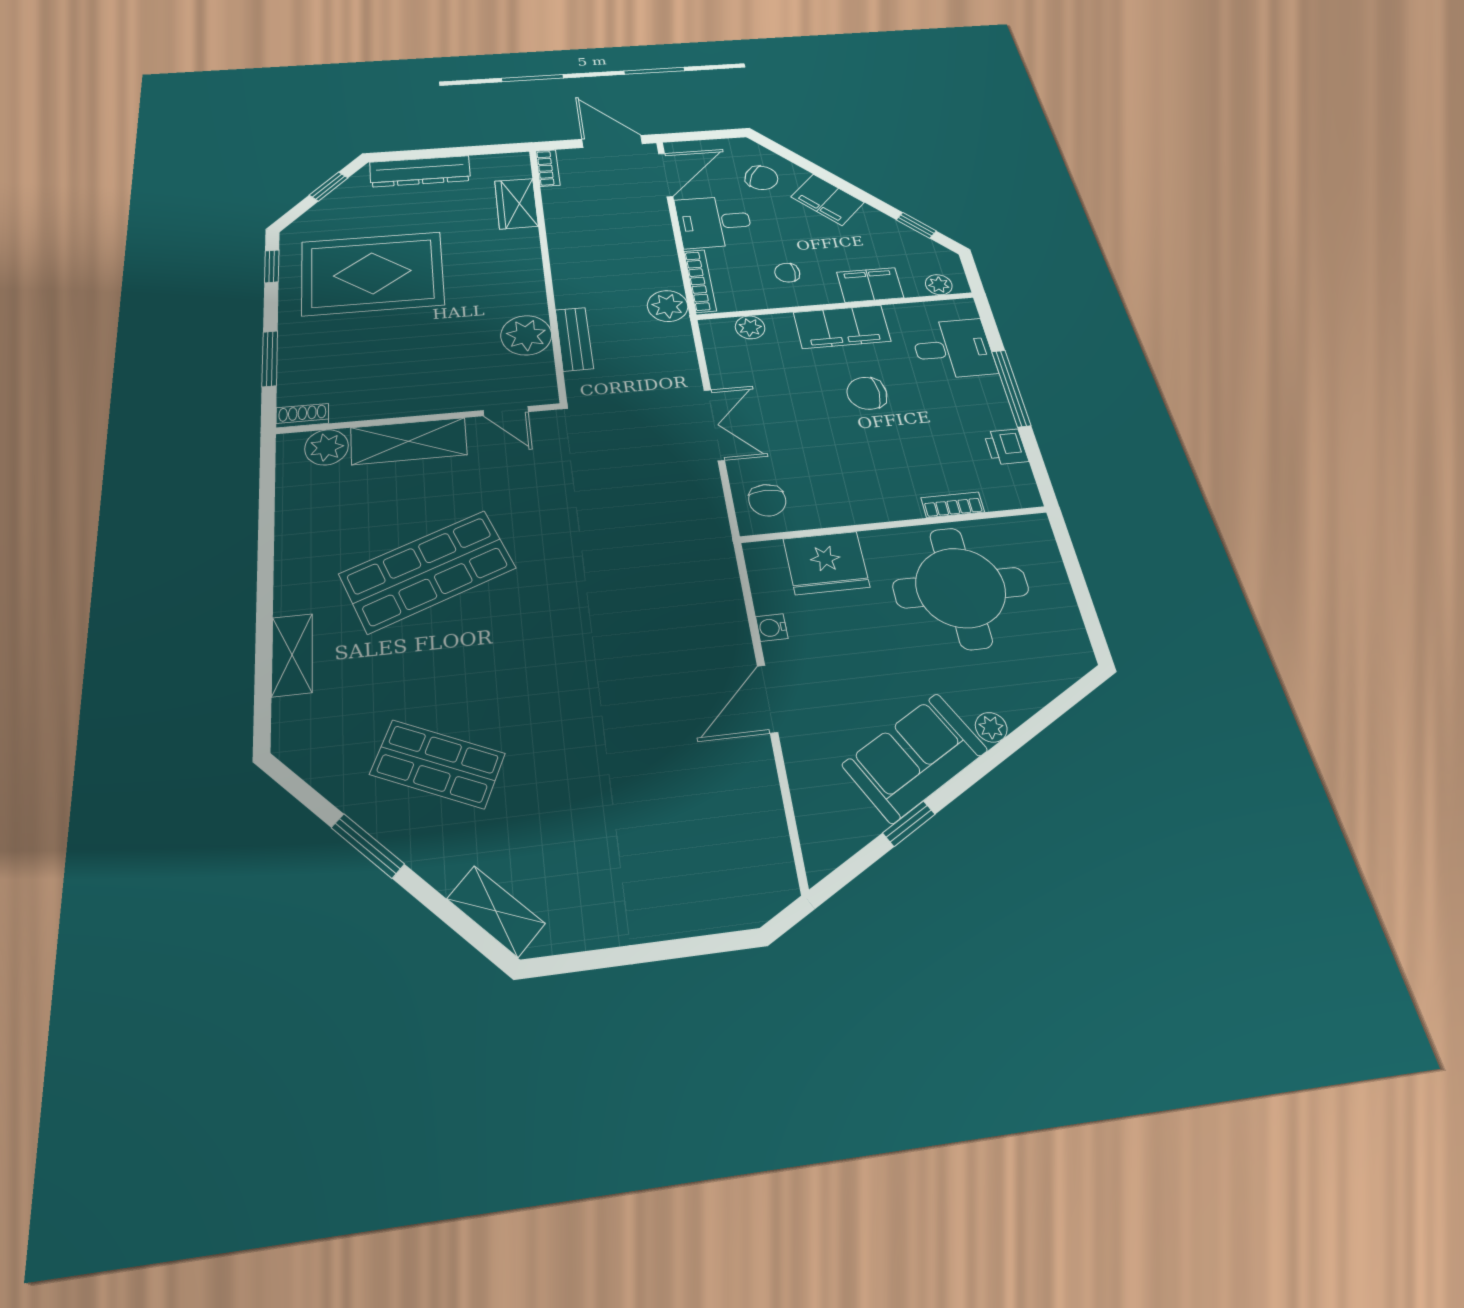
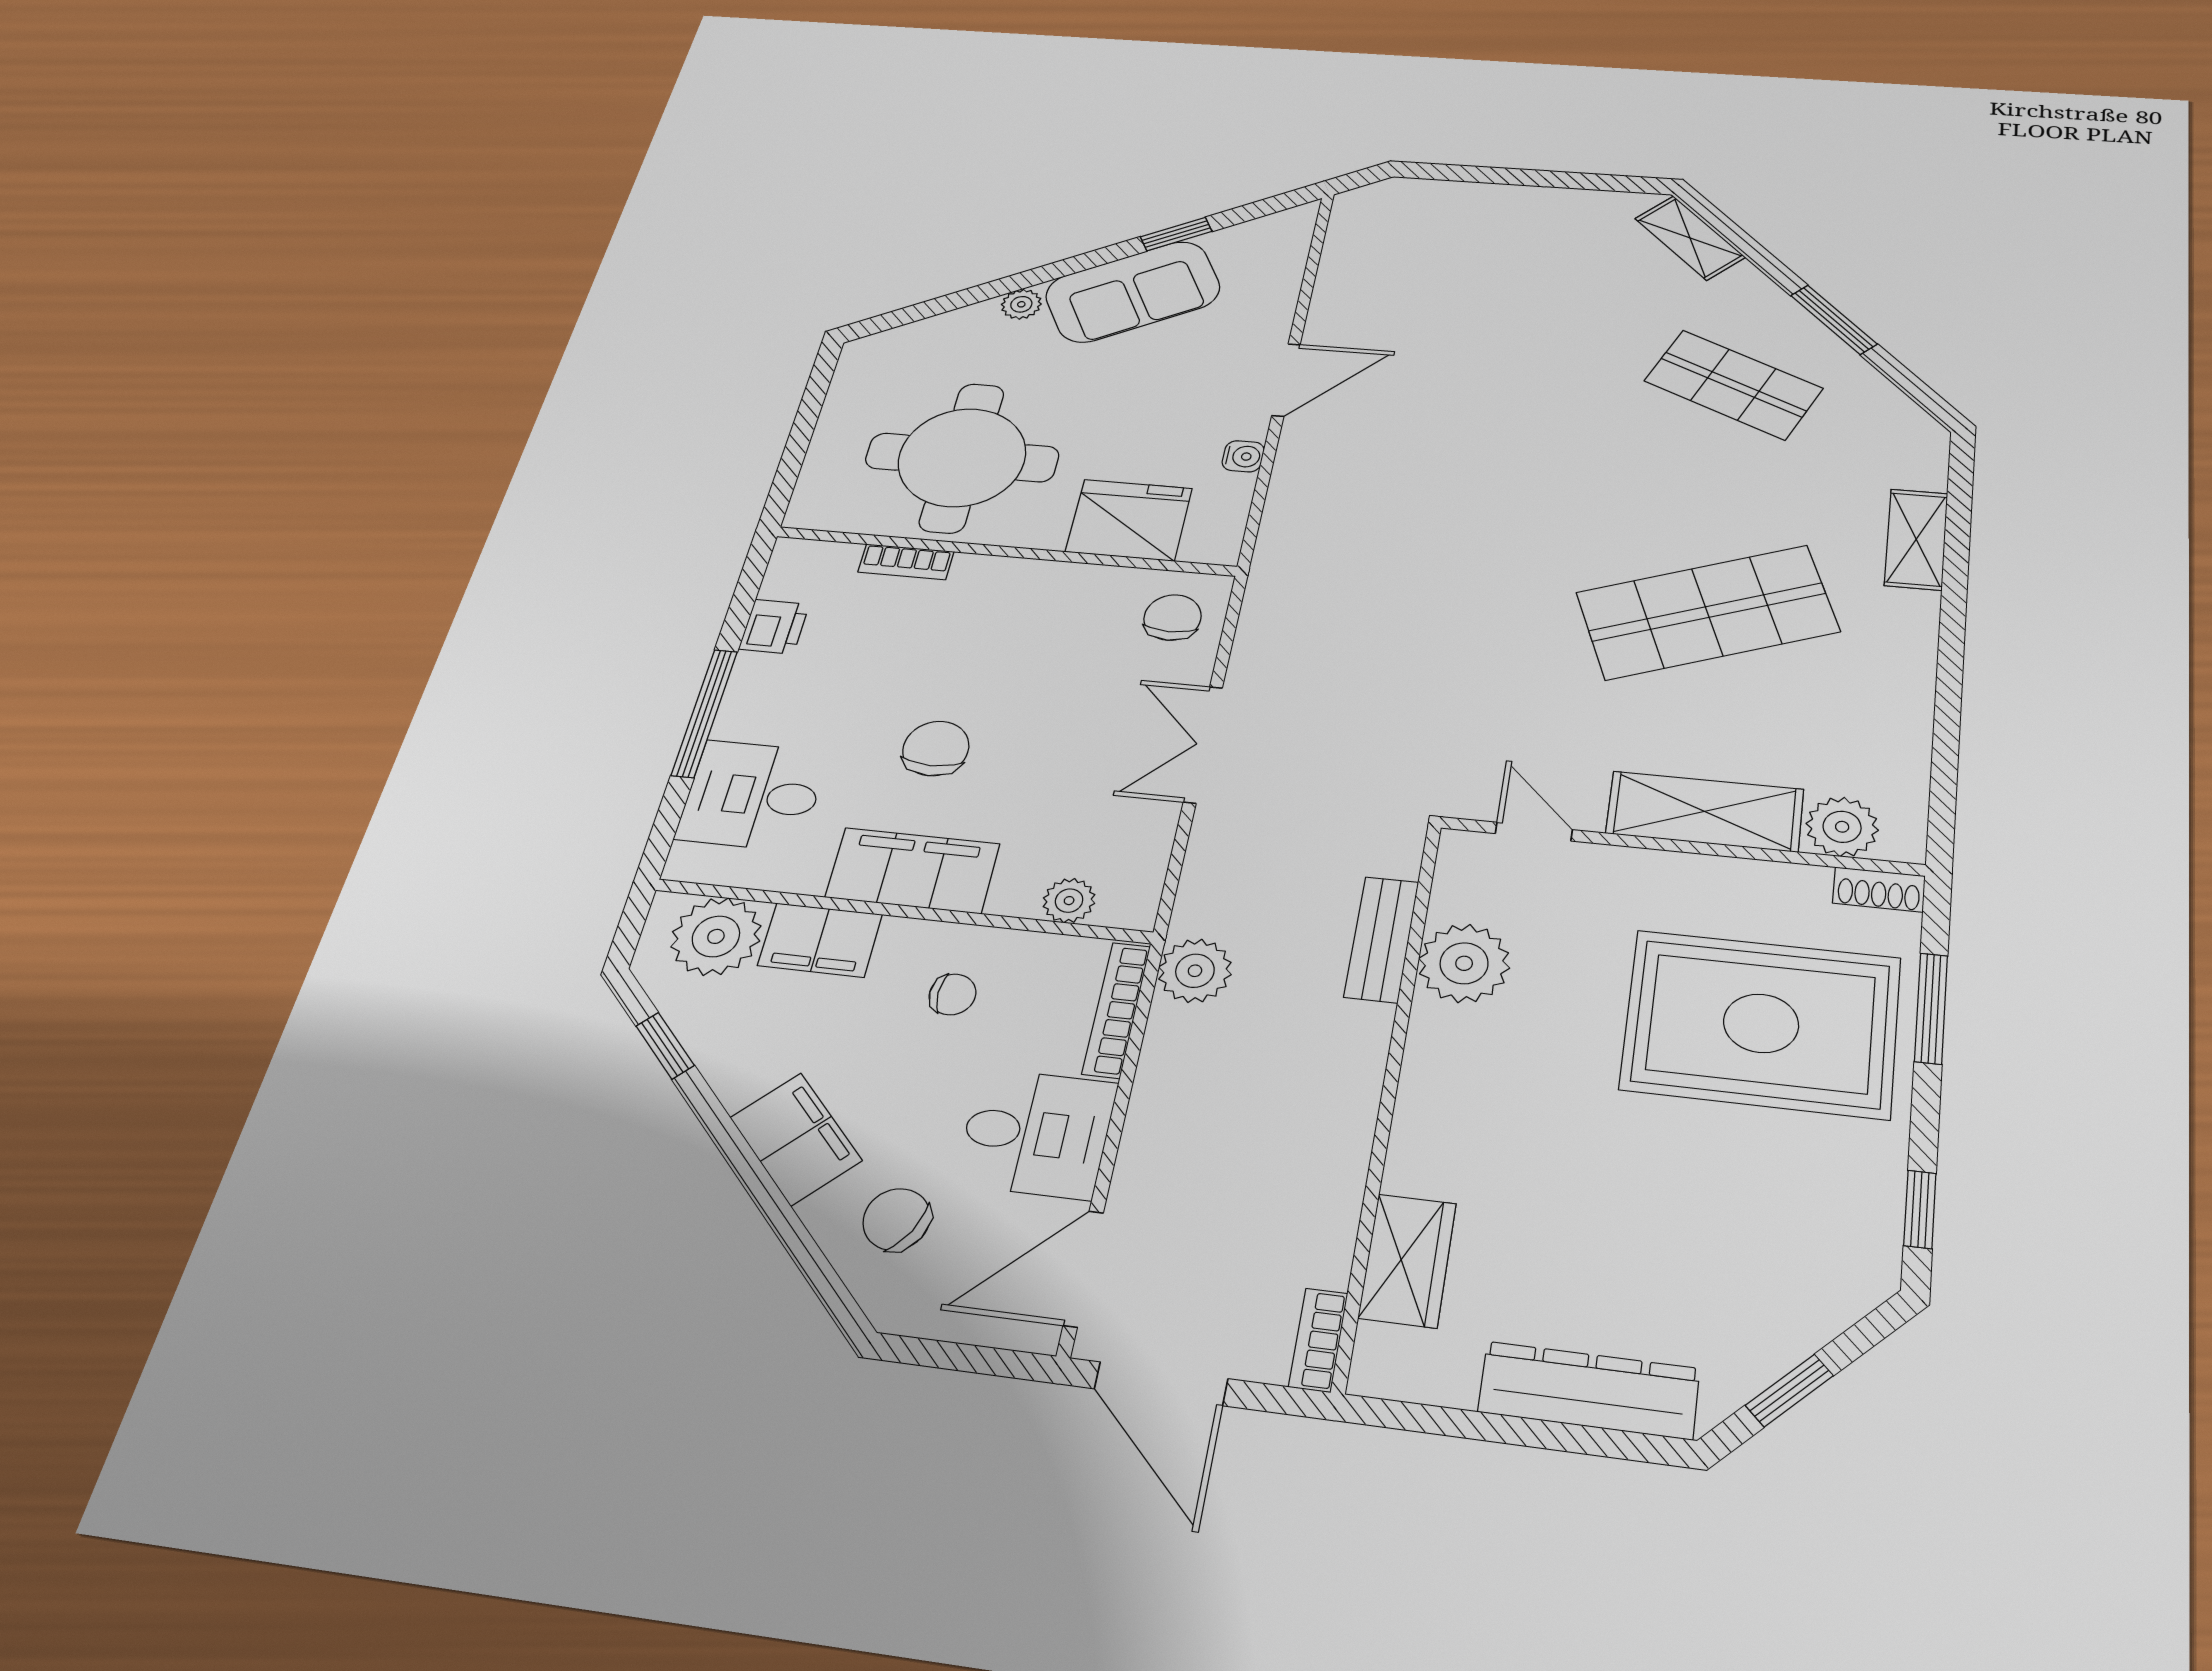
rug: (372, 273) -> (1761, 1023), moved
plant: (939, 285) -> (716, 936), width x1.88, depth x1.88
chair: (867, 393) -> (936, 748), turned -90

